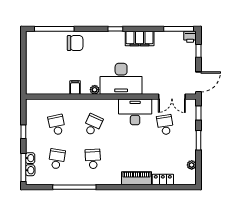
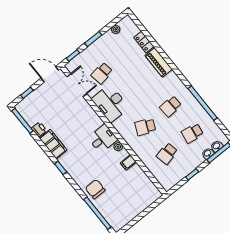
printer: (190, 37) -> (39, 129), moved
desk: (121, 79) -> (103, 139), width x0.53, depth x0.77

